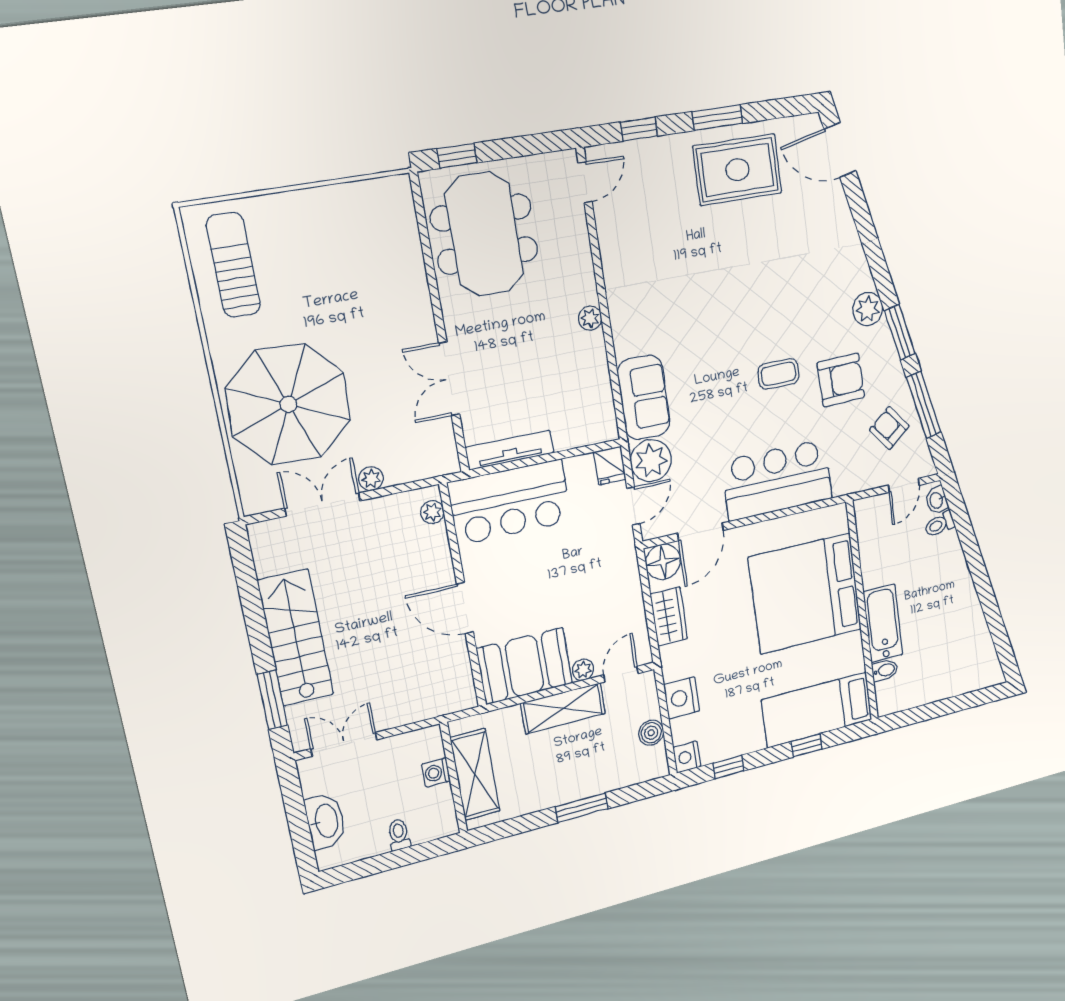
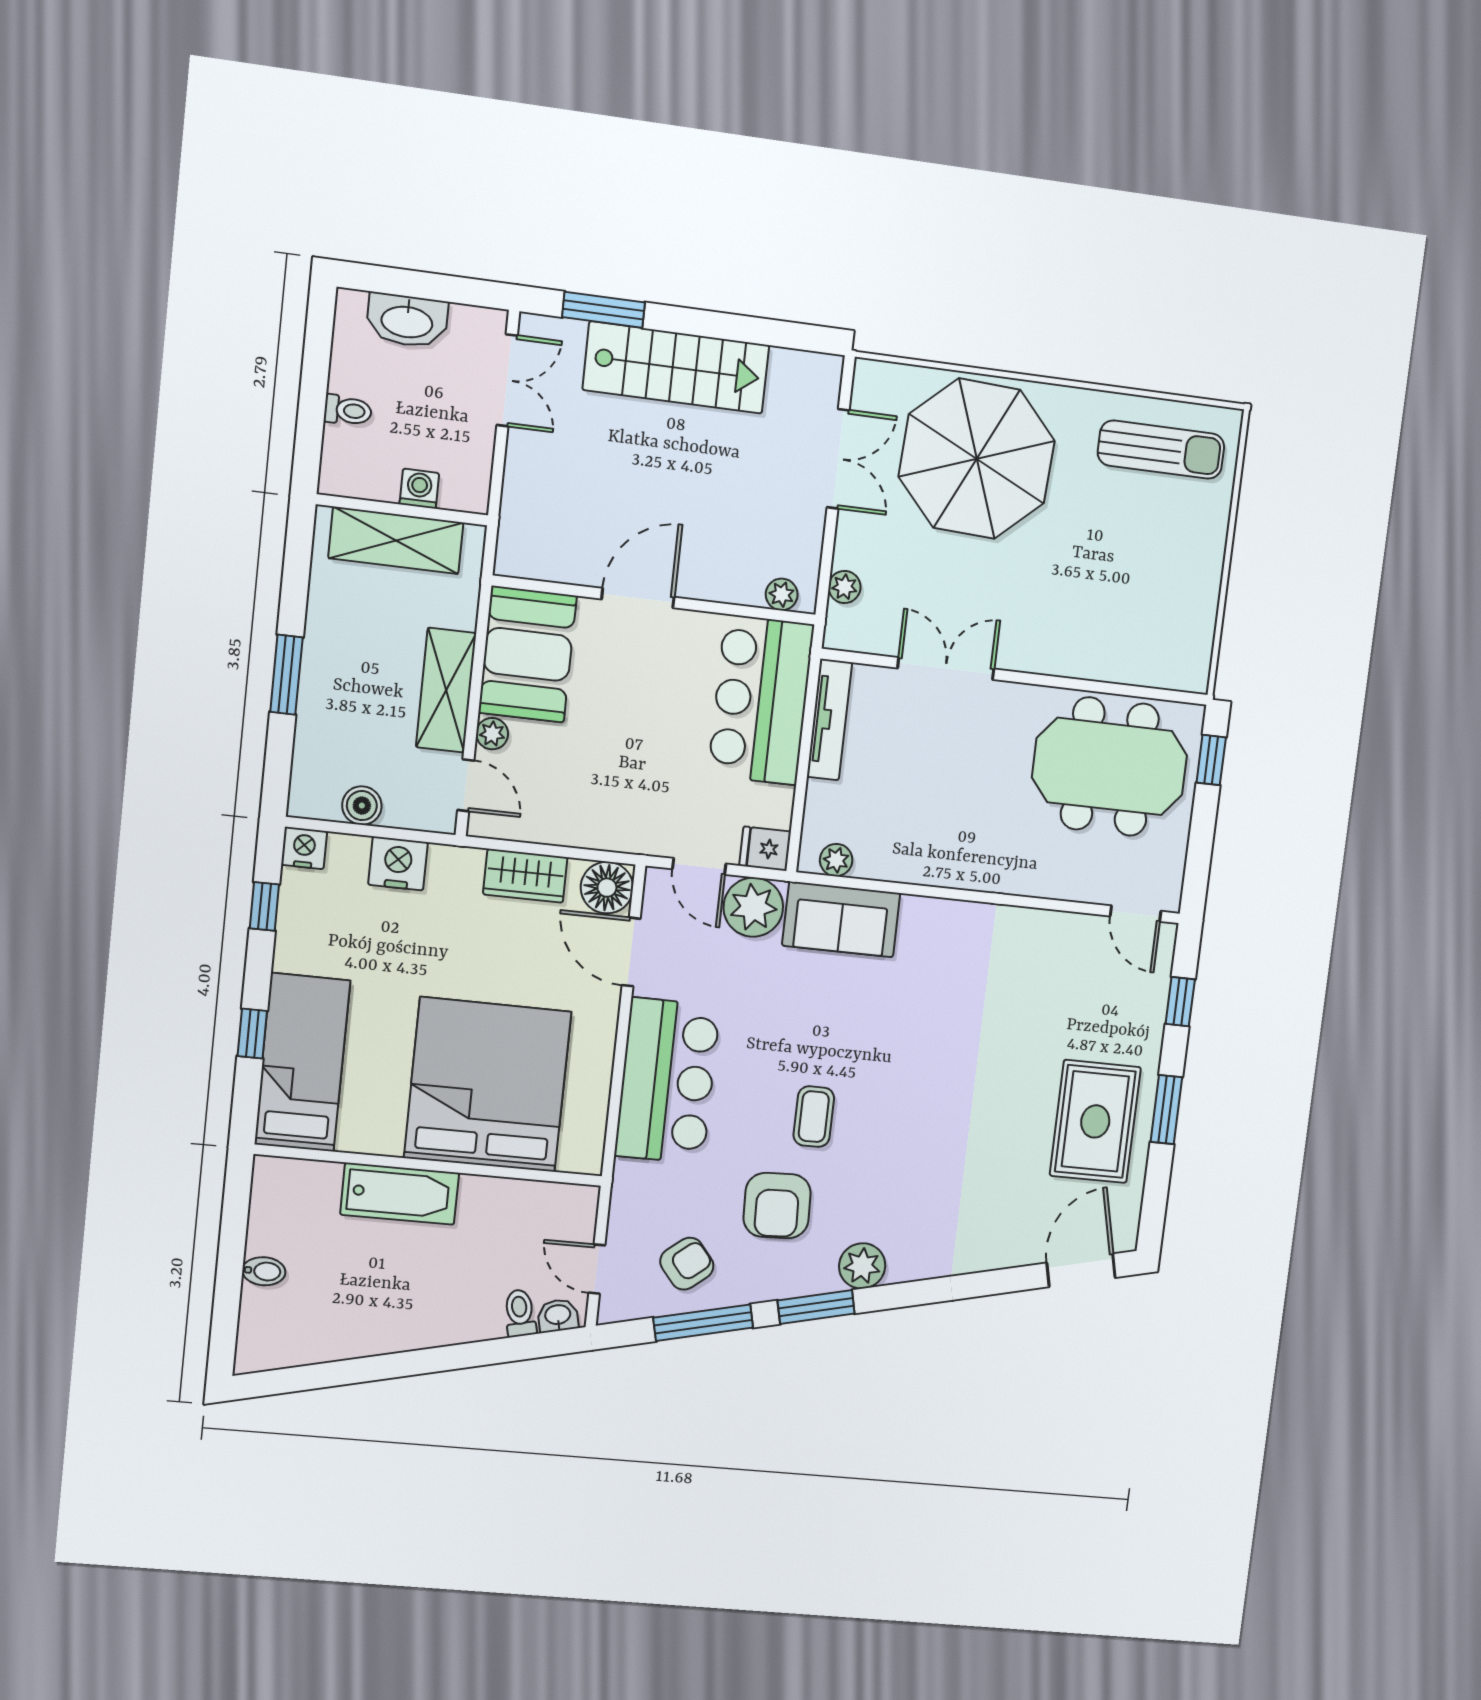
plant: (590, 318) -> (836, 860), moved
plant: (371, 479) -> (845, 587), moved
bidet: (885, 670) -> (264, 1271), moved, turned -90

